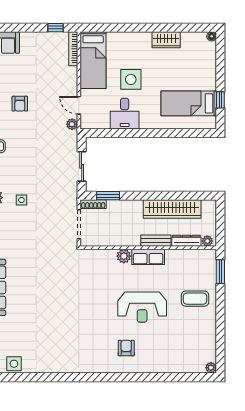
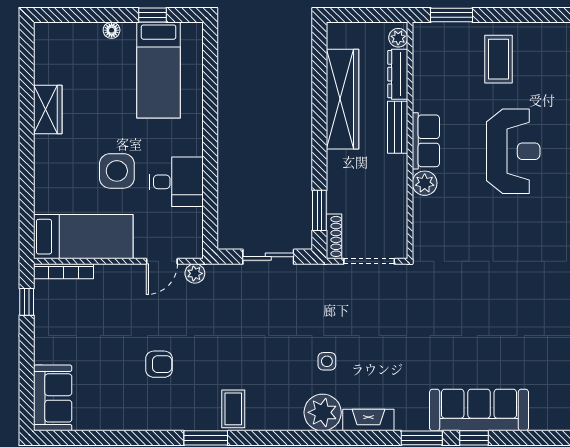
floor lamp: (212, 36) -> (112, 30), moved

